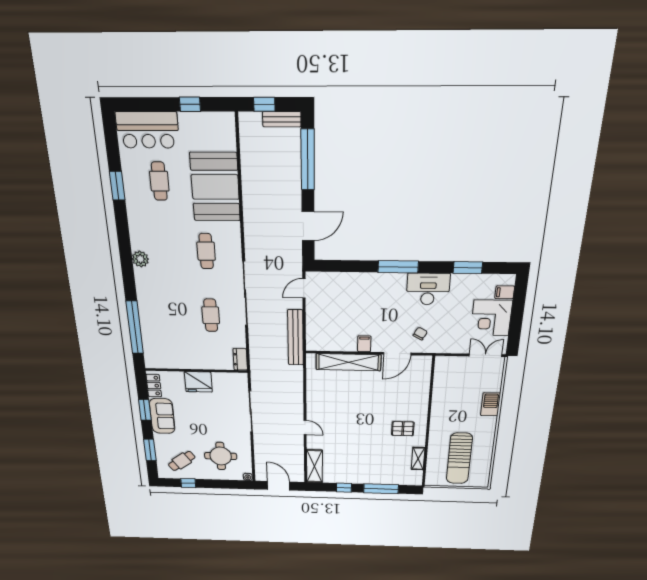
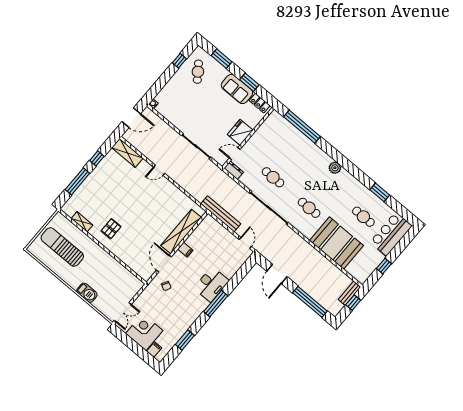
bench: (282, 119) -> (350, 293), moved
desk: (428, 289) -> (211, 284), moved
door: (224, 371) -> (235, 154), added
round table: (221, 456) -> (181, 100), removed

